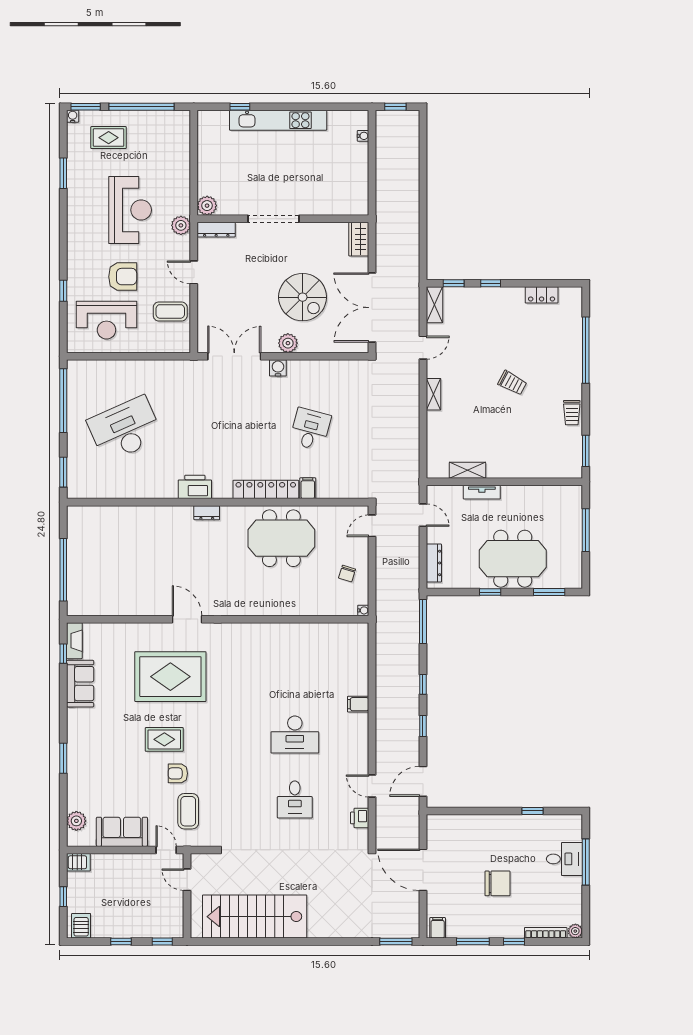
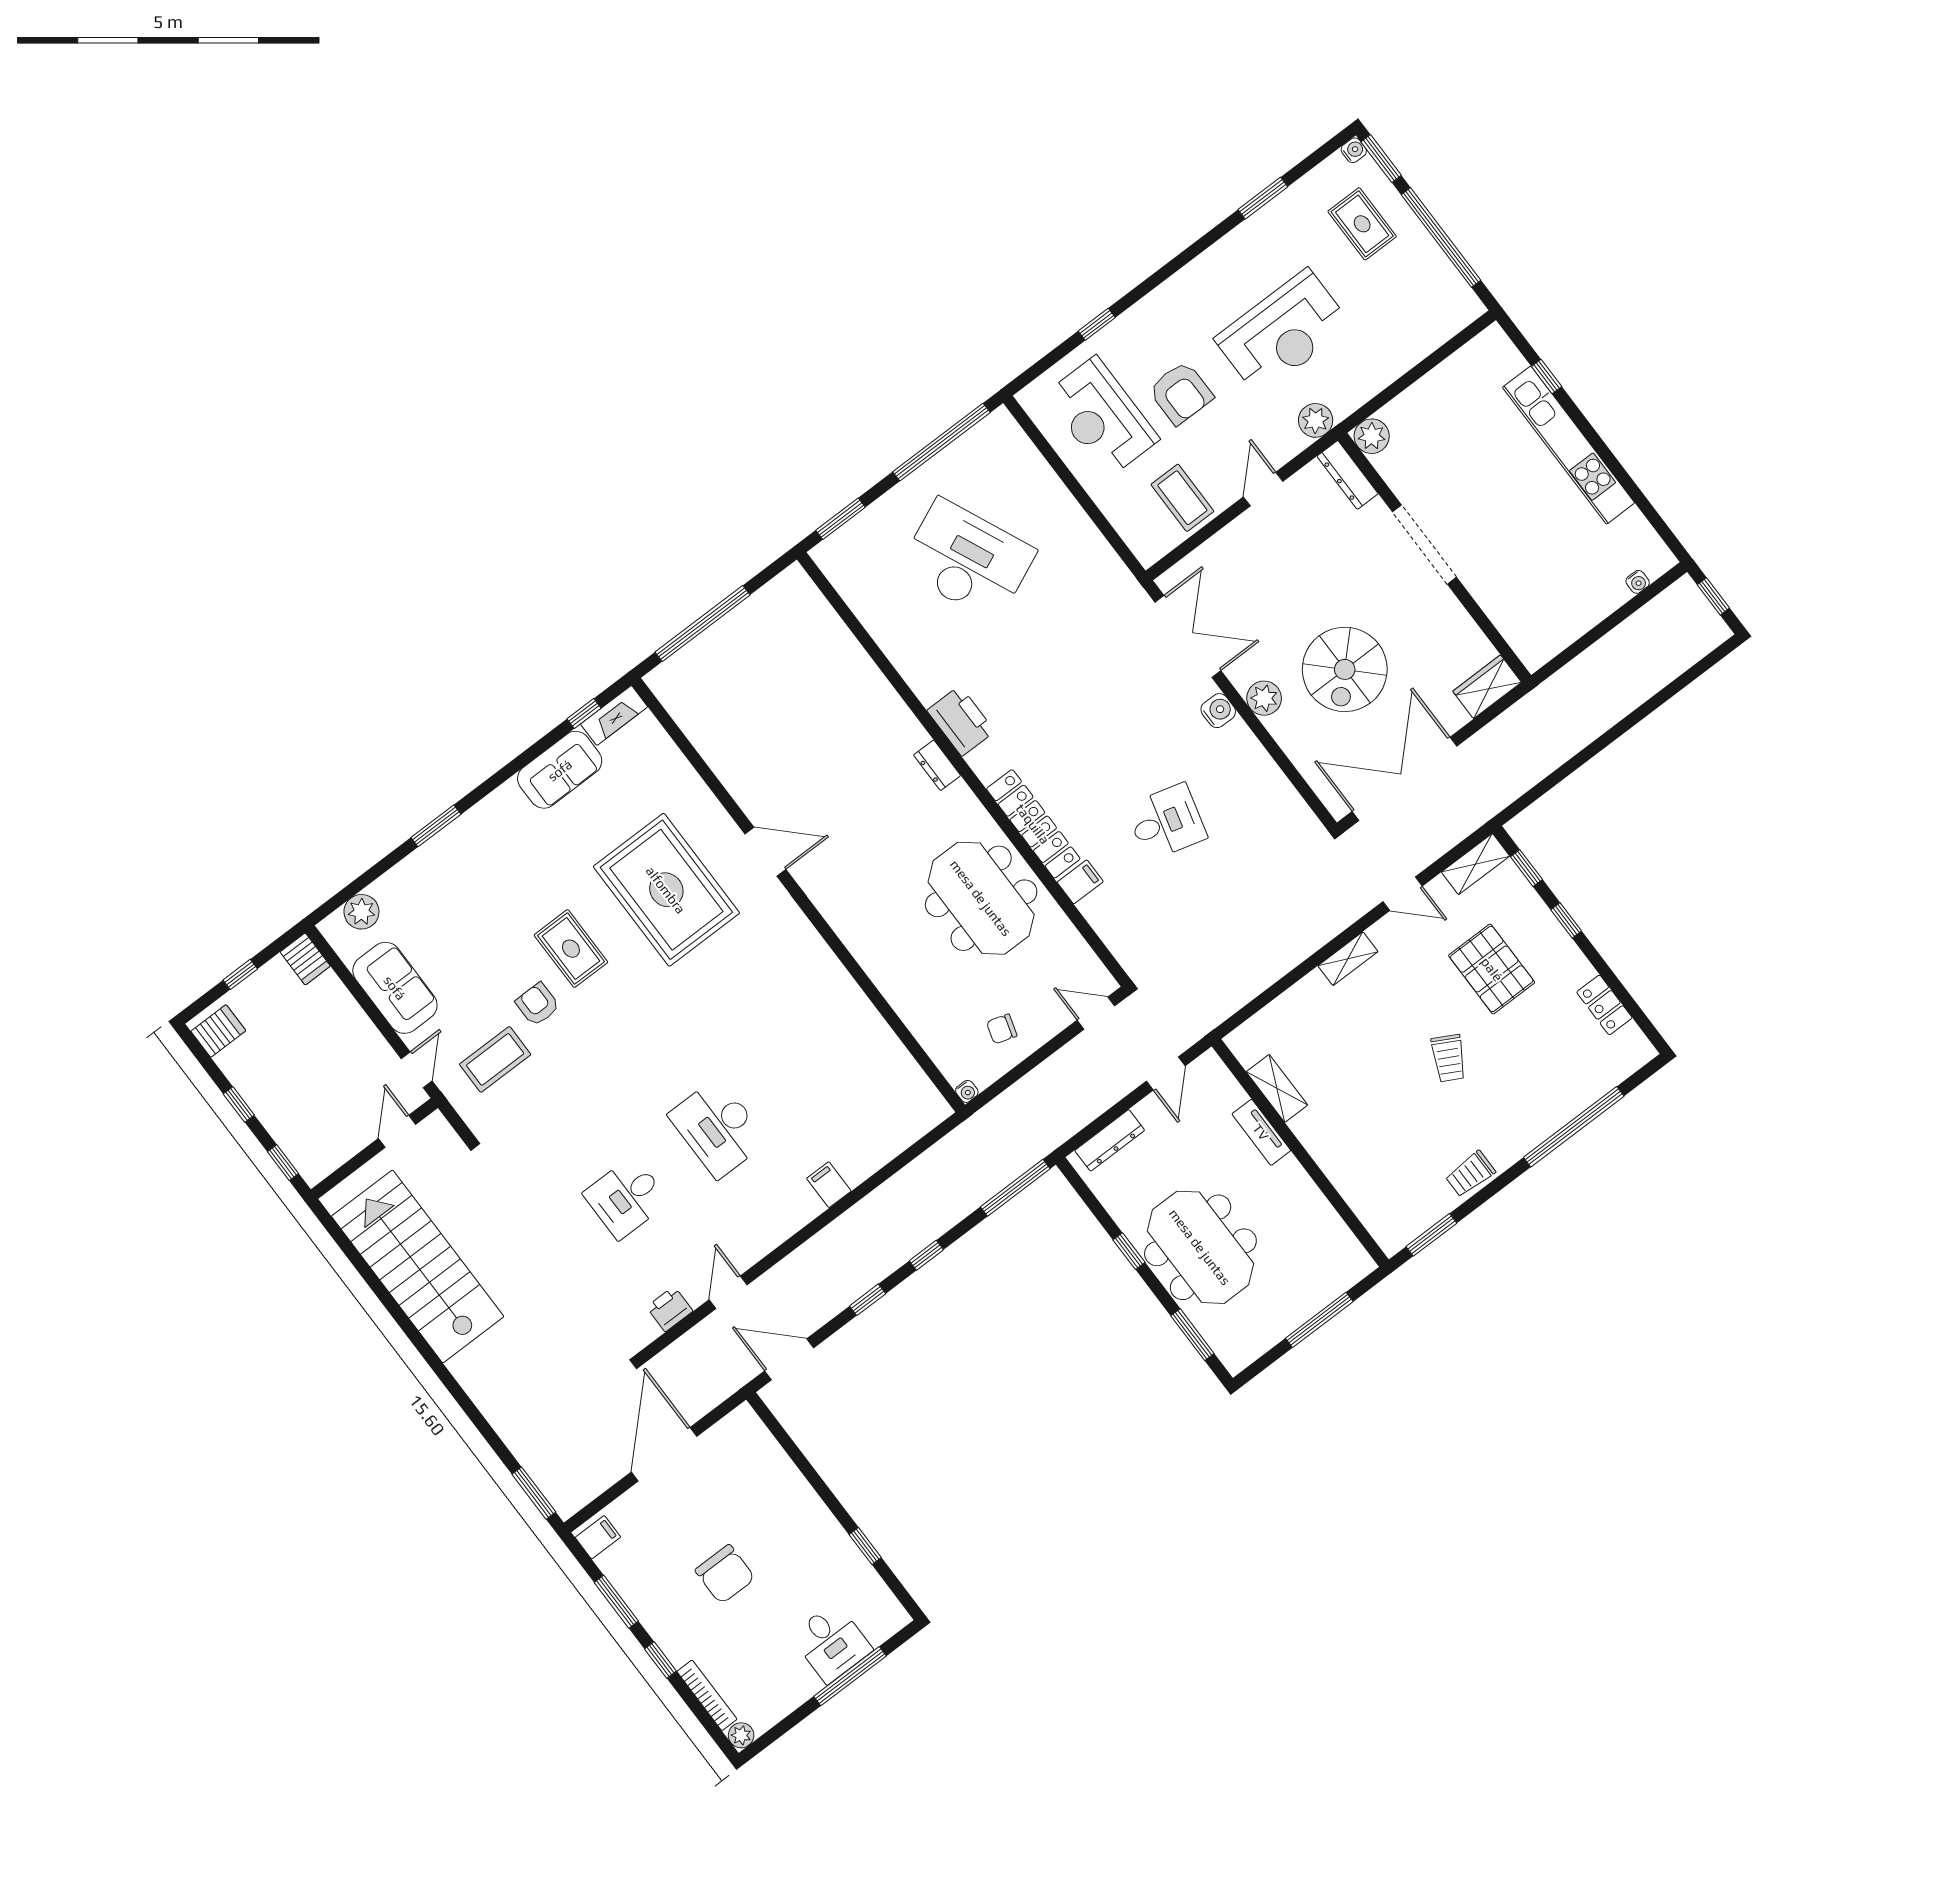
pallet: (487, 333) -> (1492, 969), added
door: (187, 619) -> (765, 852), hinge flipped

